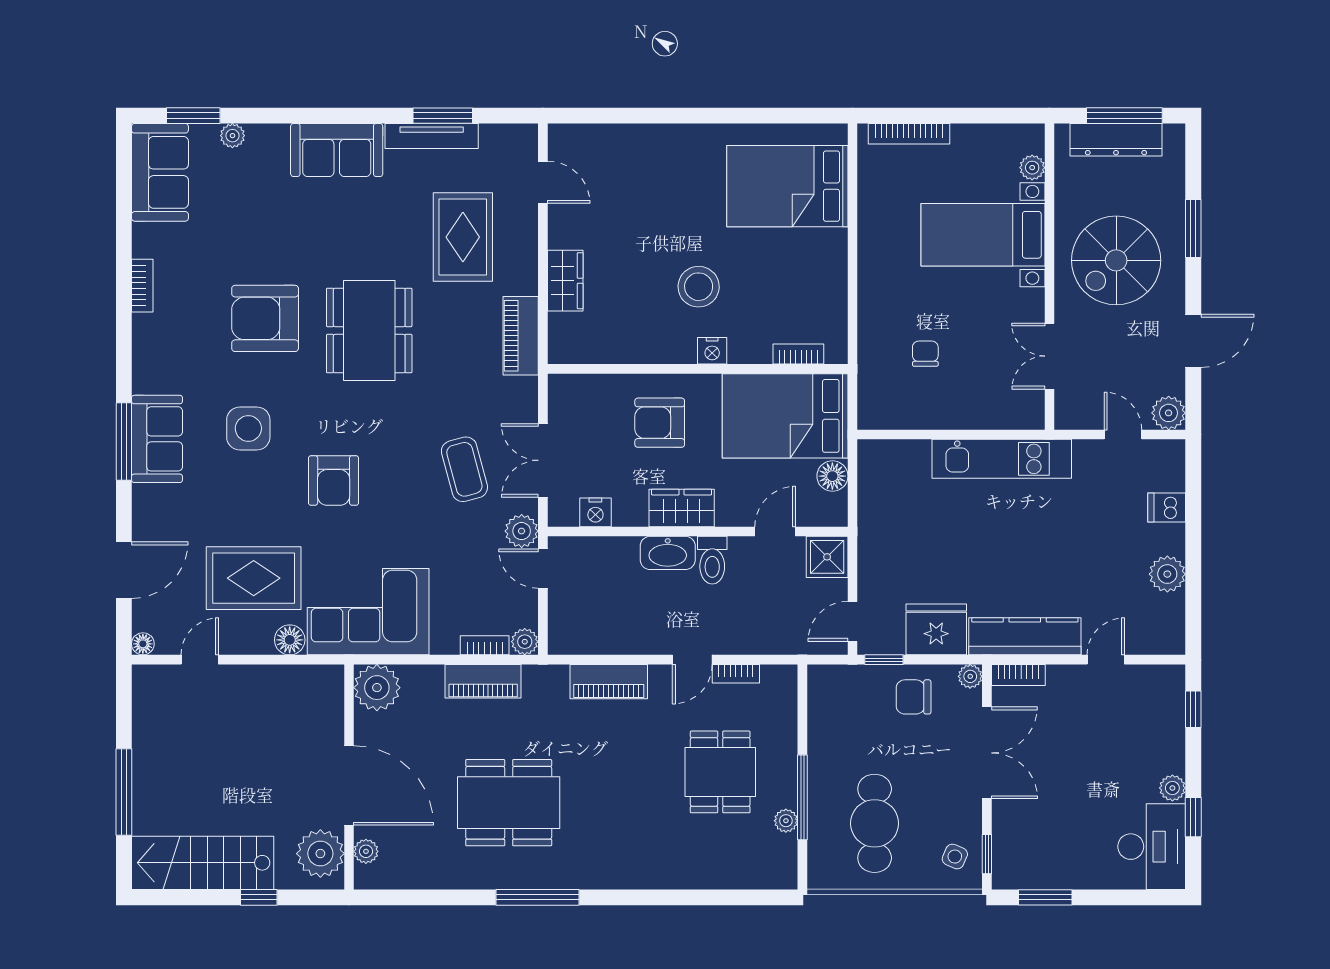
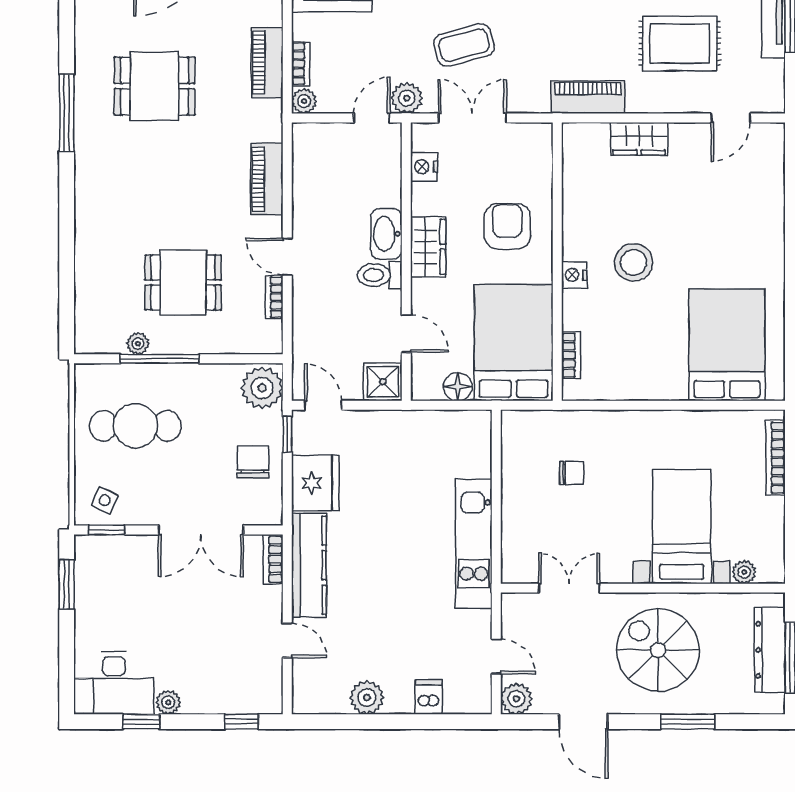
door: (1123, 435) -> (496, 656), hinge flipped
plant: (970, 676) -> (262, 388), moved, width x1.88, depth x1.88
dining table: (509, 803) -> (155, 86), width x0.73

